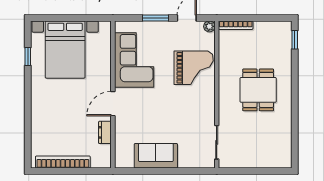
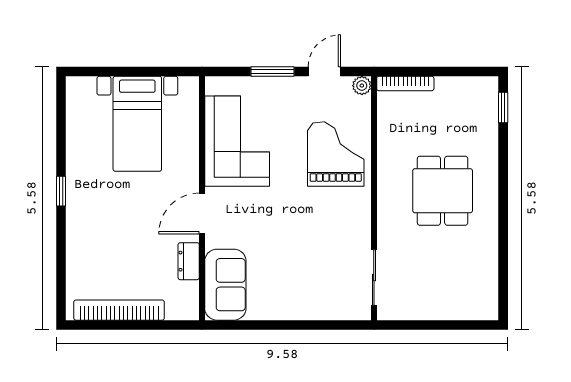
bed with nightstands: (65, 50) -> (137, 124), width x0.73
window: (28, 57) -> (61, 191), moved
grand piano: (194, 68) -> (336, 154), turned -90
sofa: (156, 156) -> (225, 285), moved, turned 90

